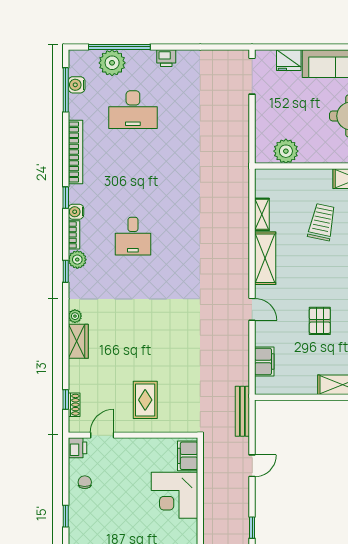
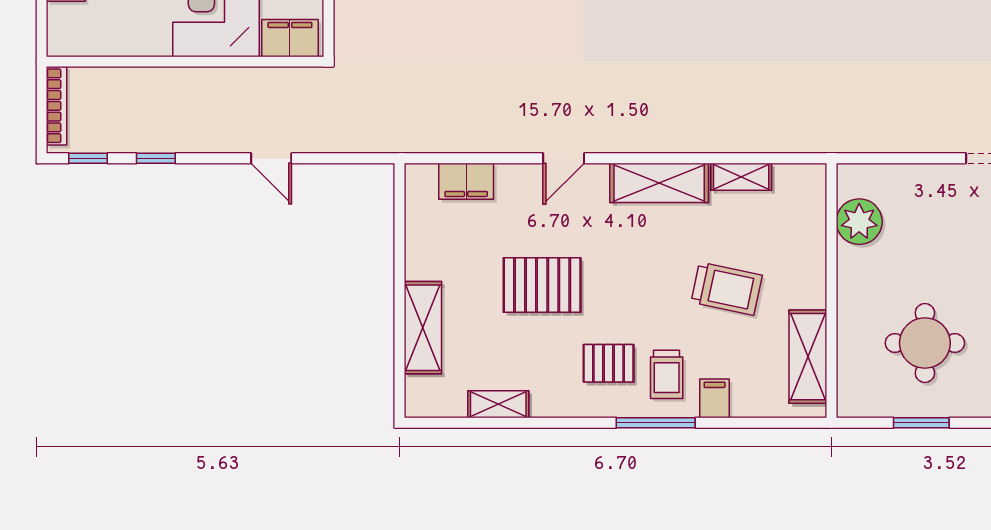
pallet: (320, 321) -> (542, 285), width x1.50, depth x1.42
bench: (242, 411) -> (373, 140), removed

